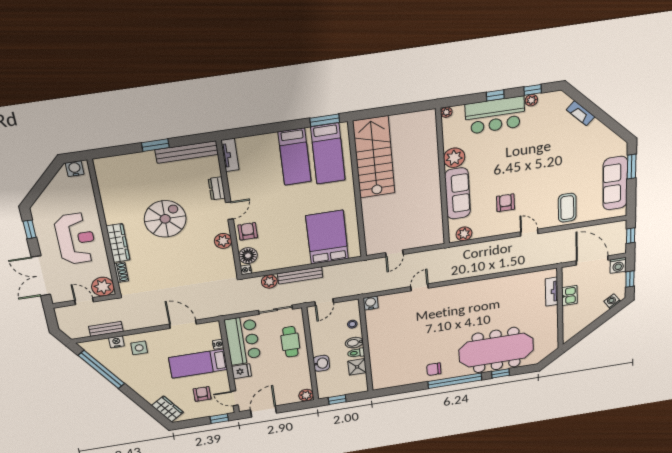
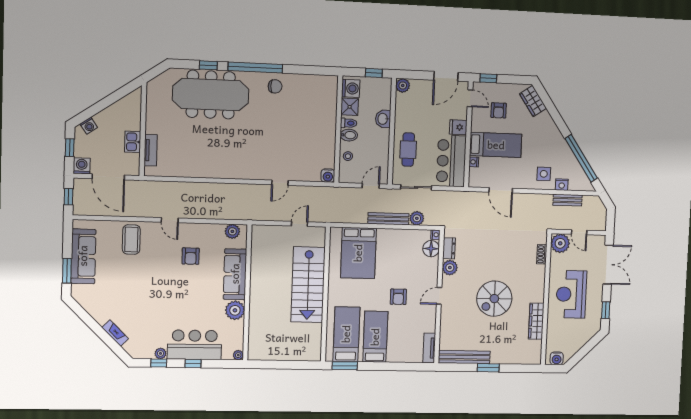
stairs: (374, 157) -> (308, 285), moved
dresser: (217, 188) -> (449, 248), moved
armchair: (248, 231) -> (398, 297), moved
wardrobe: (118, 243) -> (536, 321), moved
washing machine: (358, 382) -> (351, 88), added

